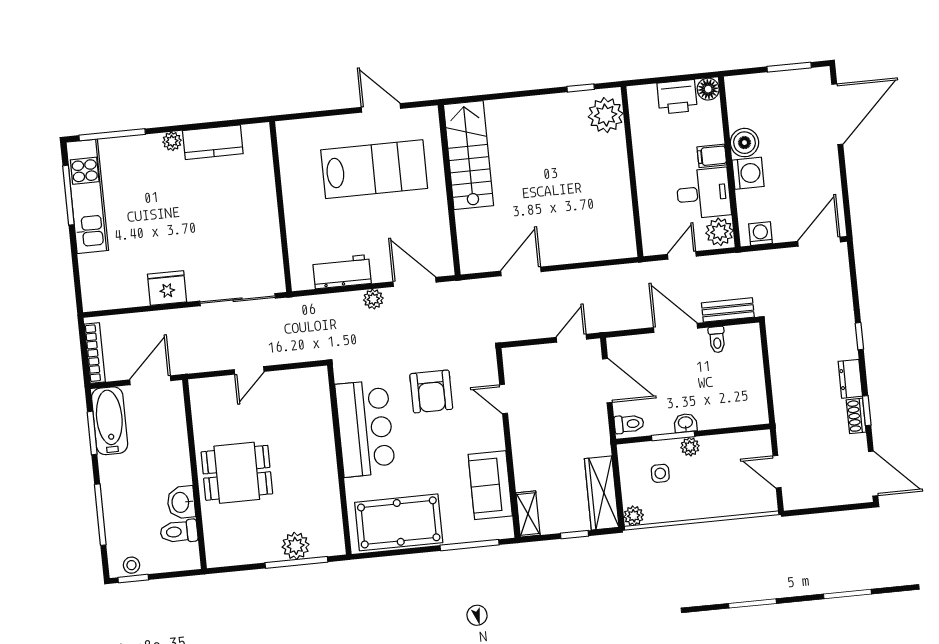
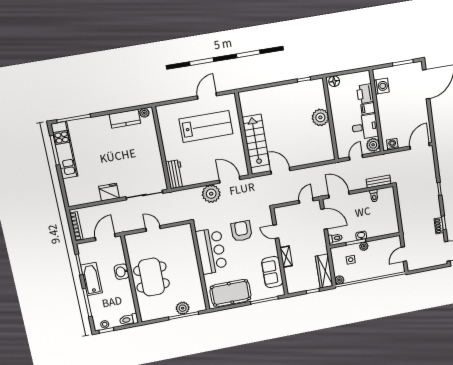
floor lamp: (708, 89) -> (334, 81), moved
printer: (677, 97) -> (365, 94), moved, turned 90
door: (381, 108) -> (207, 96), hinge flipped
plant: (606, 115) -> (320, 117), moved
plant: (172, 141) -> (144, 113), moved
boiler: (744, 143) -> (383, 101), removed
stairs: (469, 155) -> (256, 141), moved
washing machine: (748, 173) -> (381, 86), moved
door: (521, 271) -> (280, 171), hinge flipped
workbench: (342, 272) -> (175, 174), moved, turned 90
plant: (373, 299) -> (211, 194), width x1.88, depth x1.88
door: (676, 328) -> (339, 195), moved
door: (249, 370) -> (153, 228), swing flipped
dresser: (850, 379) -> (436, 209), removed
armchair: (431, 391) -> (241, 231), turned 180
bathtub: (110, 421) -> (92, 279), moved
door: (777, 472) -> (404, 254), hinge flipped
dining table: (237, 473) -> (151, 277), width x1.37
washbasin: (181, 502) -> (122, 272), moved
shelving: (528, 514) -> (286, 257), moved
toilet: (179, 532) -> (129, 320), moved

